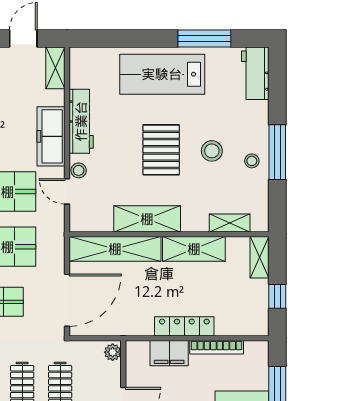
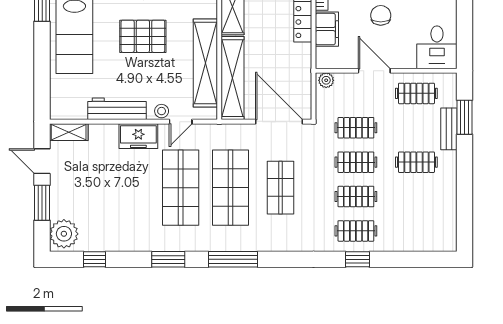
freezer: (51, 136) -> (138, 136), width x0.71
shelving: (147, 219) -> (205, 63), width x1.47

